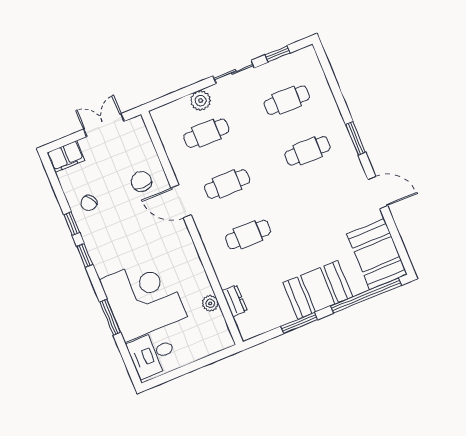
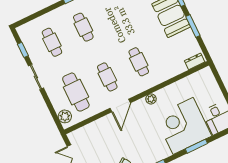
plant: (201, 101) -> (65, 116), moved
cafe table: (206, 133) -> (76, 92), width x1.37, depth x1.35
chair: (141, 181) -> (109, 131), removed
dresser: (235, 301) -> (195, 61), moved
plant: (210, 303) -> (151, 99), moved

